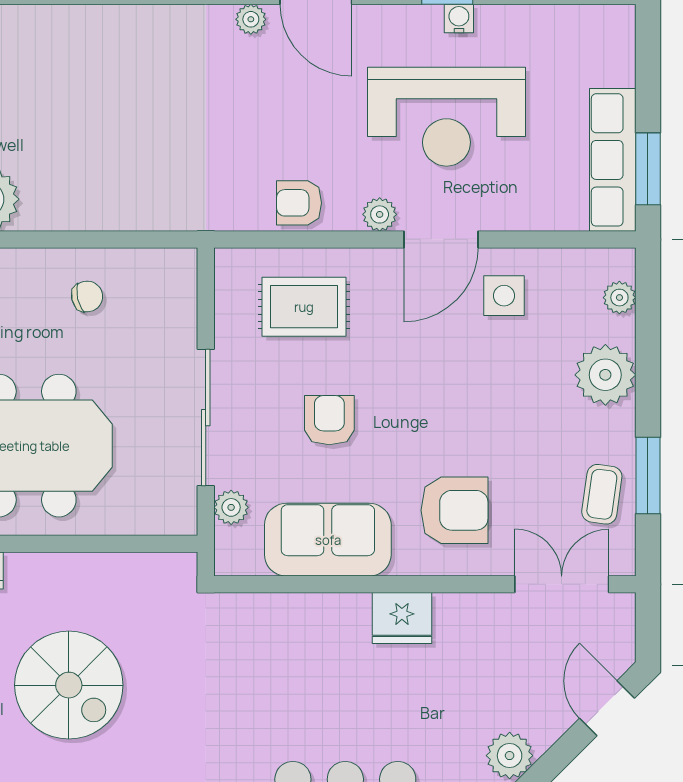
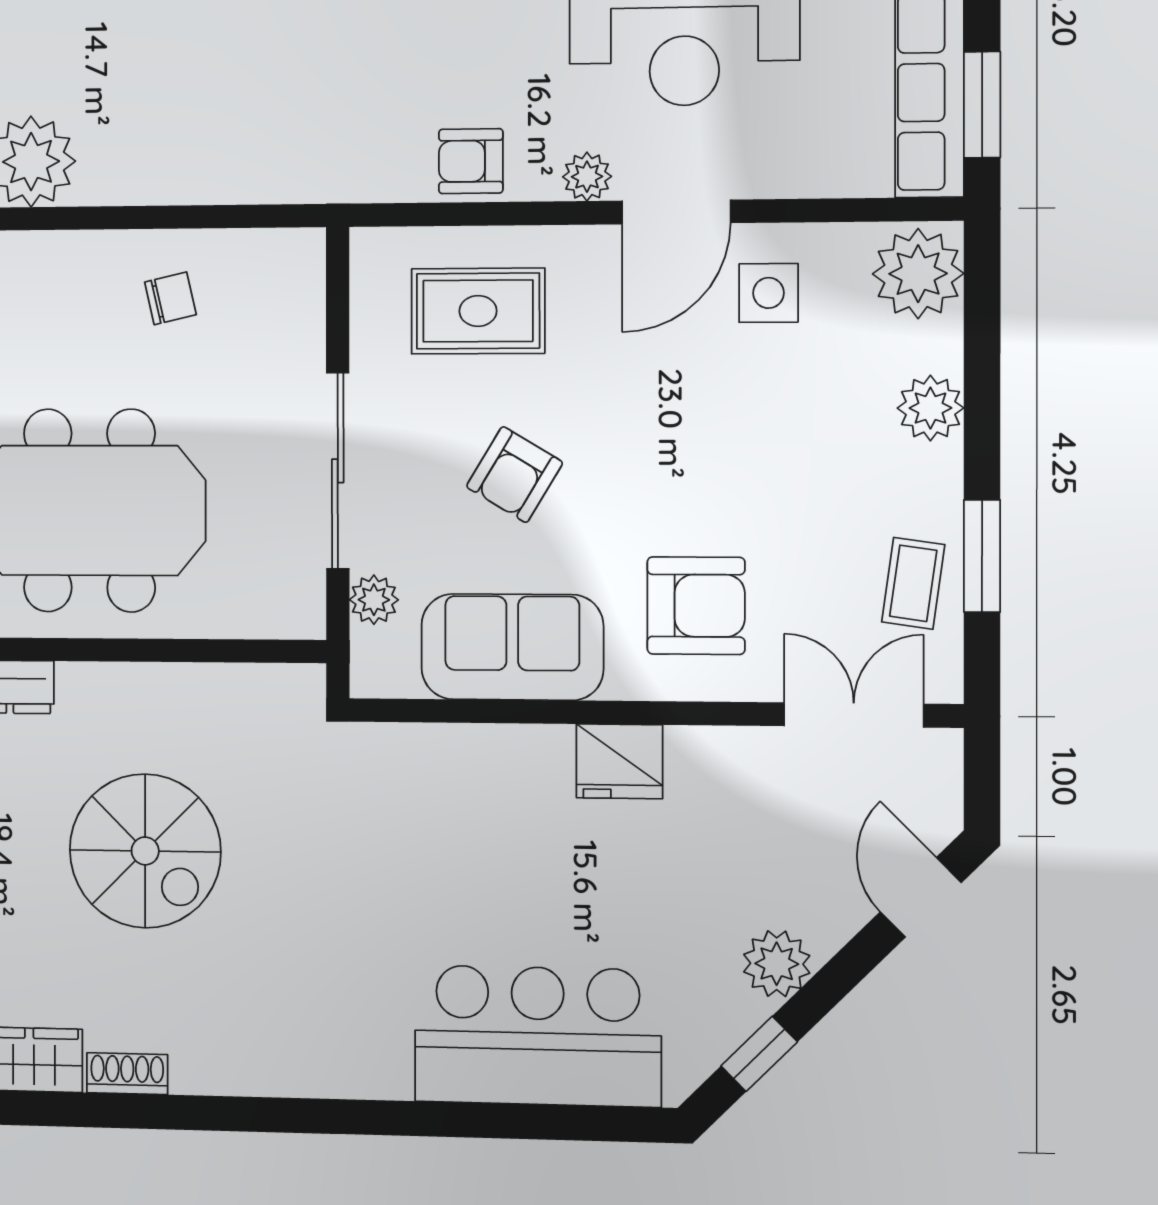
plant: (619, 298) -> (918, 274), width x1.88, depth x1.88
plant: (605, 375) -> (930, 408), width x0.73, depth x0.73
armchair: (329, 420) -> (515, 475), turned -149

